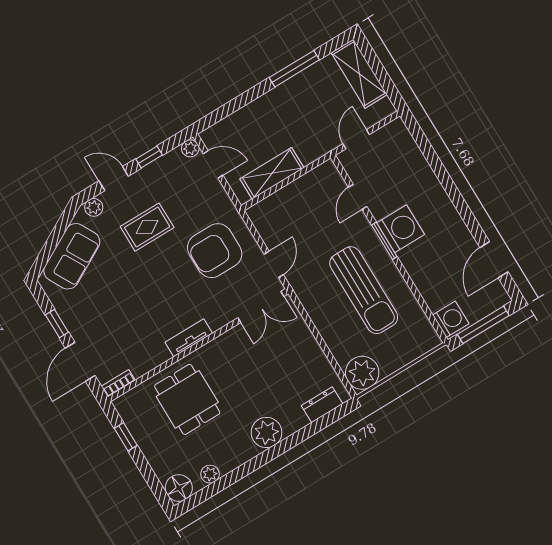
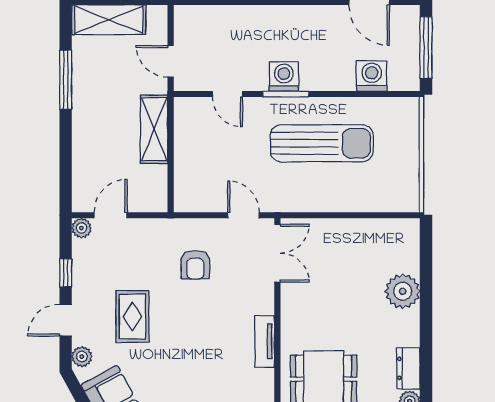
shelving: (272, 173) -> (154, 129), moved
washing machine: (401, 229) -> (284, 77), width x0.73, depth x0.73
armchair: (215, 251) -> (195, 265), width x0.53, depth x0.53
washing machine: (451, 319) -> (372, 76), moved
plant: (362, 373) -> (401, 194), removed
dresser: (322, 405) -> (408, 368), moved
plant: (266, 433) -> (403, 291), moved

